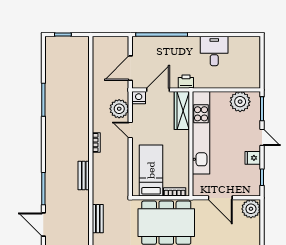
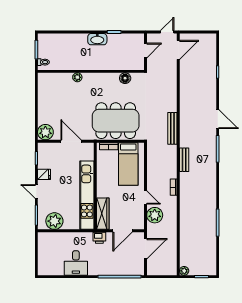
plant: (84, 42) -> (184, 271), added
nightstand: (139, 98) -> (139, 224), removed
bench: (98, 219) -> (172, 128), width x1.36

